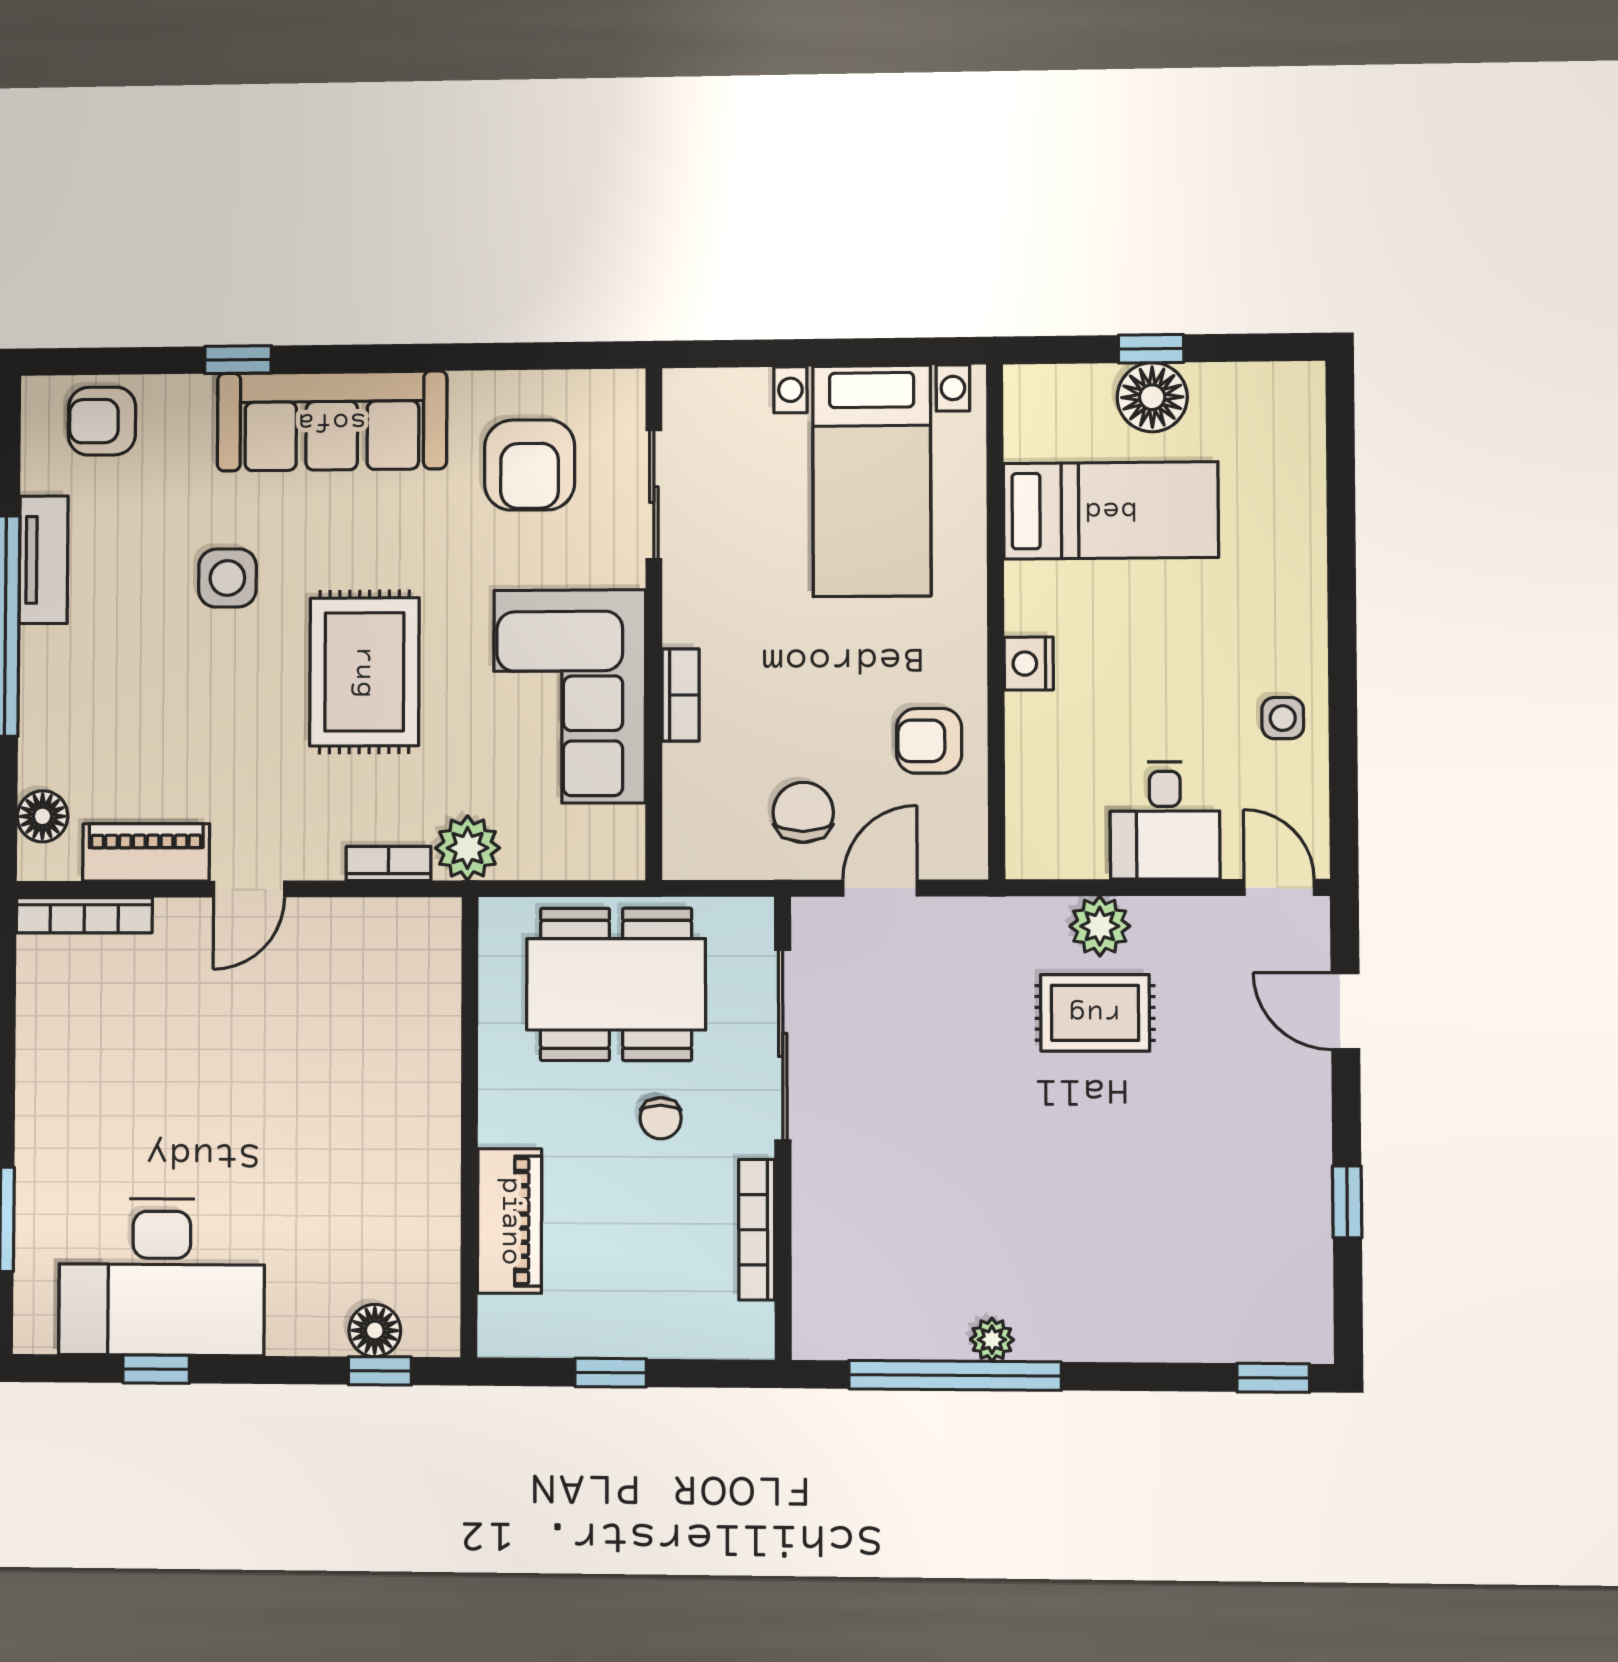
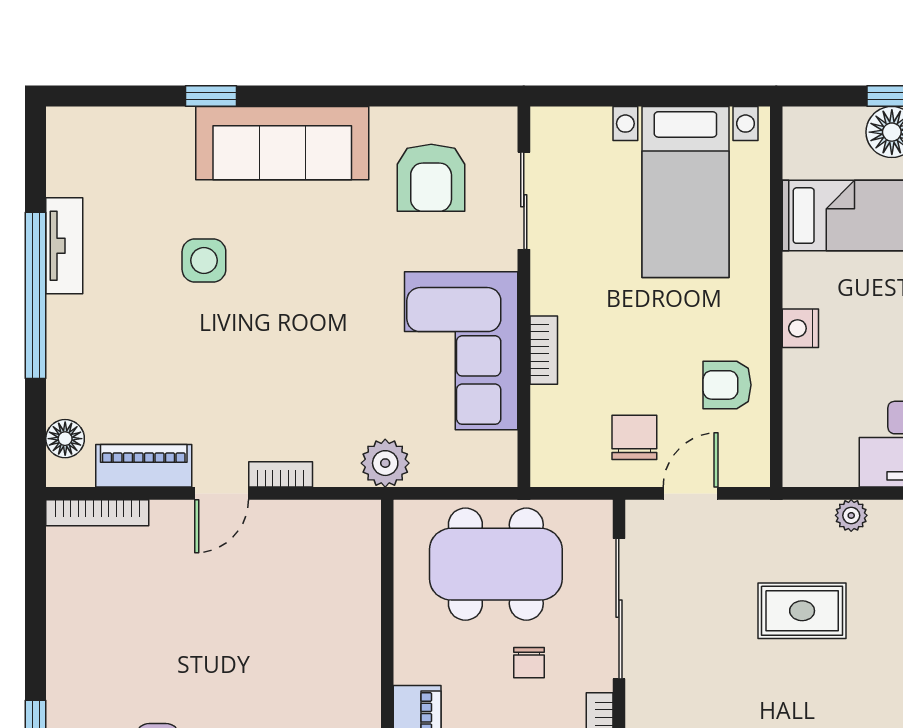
armchair: (102, 421) -> (108, 141), removed
rug: (364, 672) -> (308, 332), removed
bookcase: (388, 863) -> (281, 474), moved
plant: (1100, 926) -> (851, 515), width x0.73, depth x0.73
rug: (1095, 1013) -> (802, 611), moved

